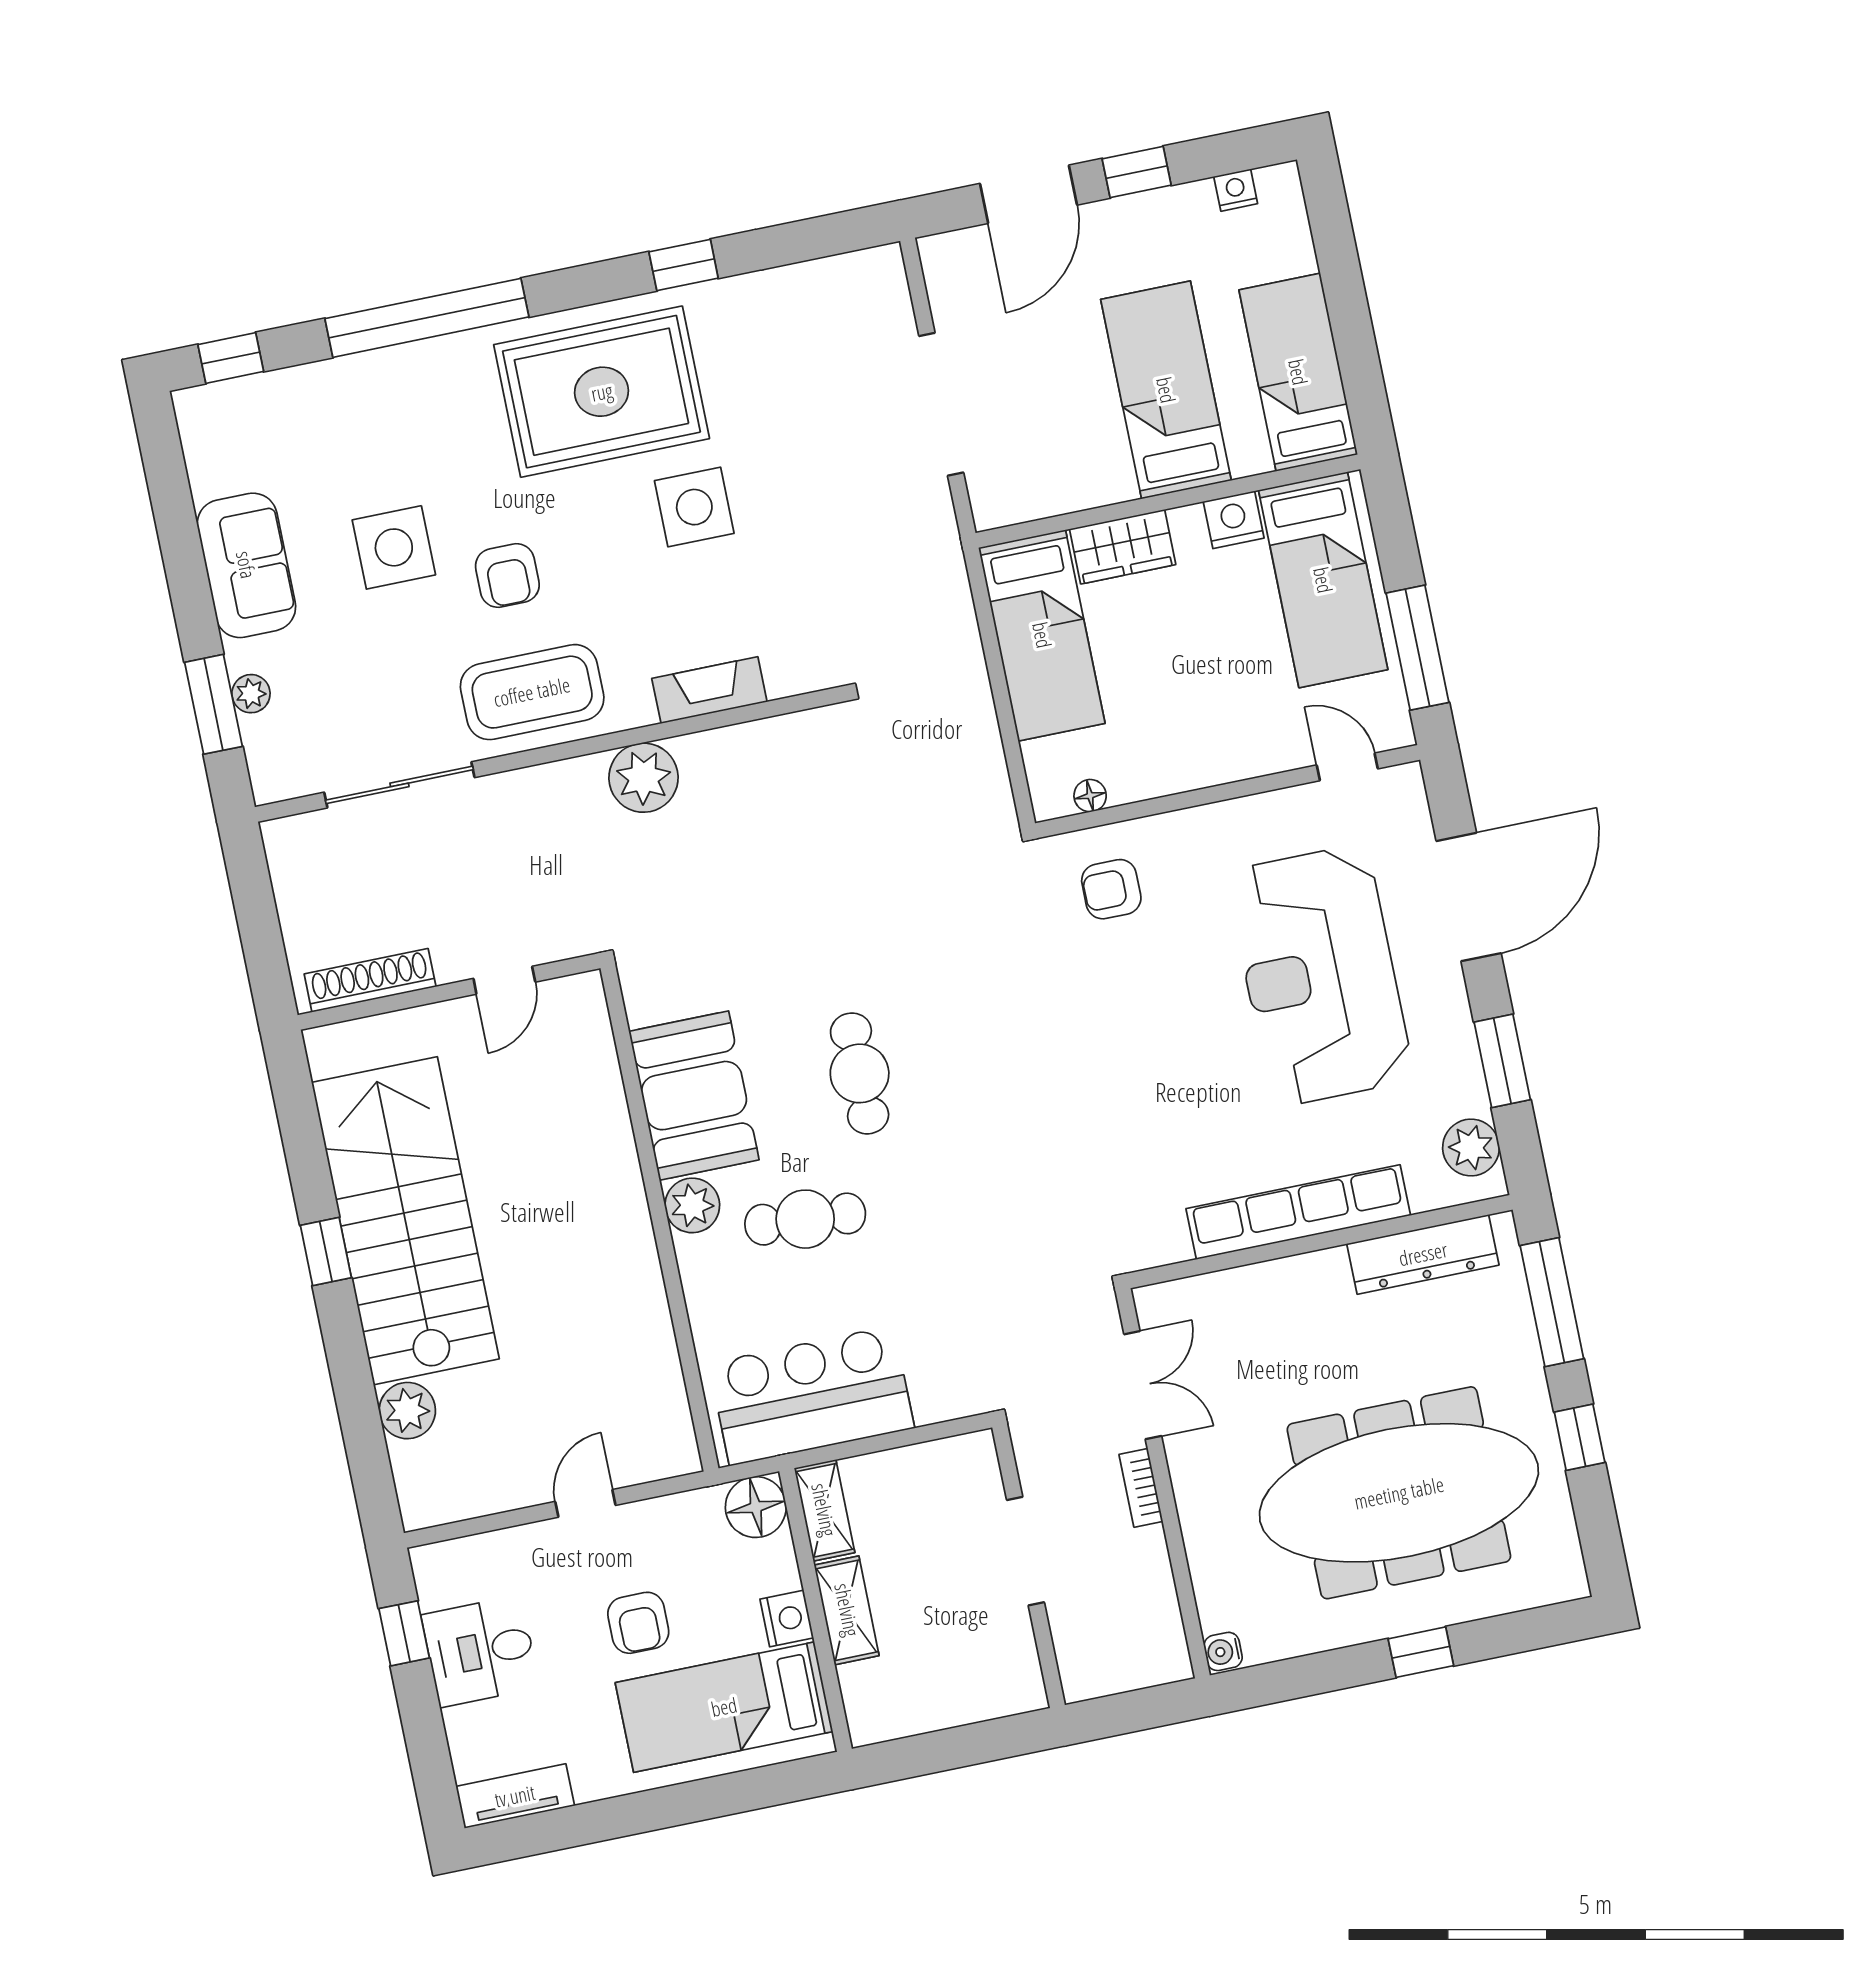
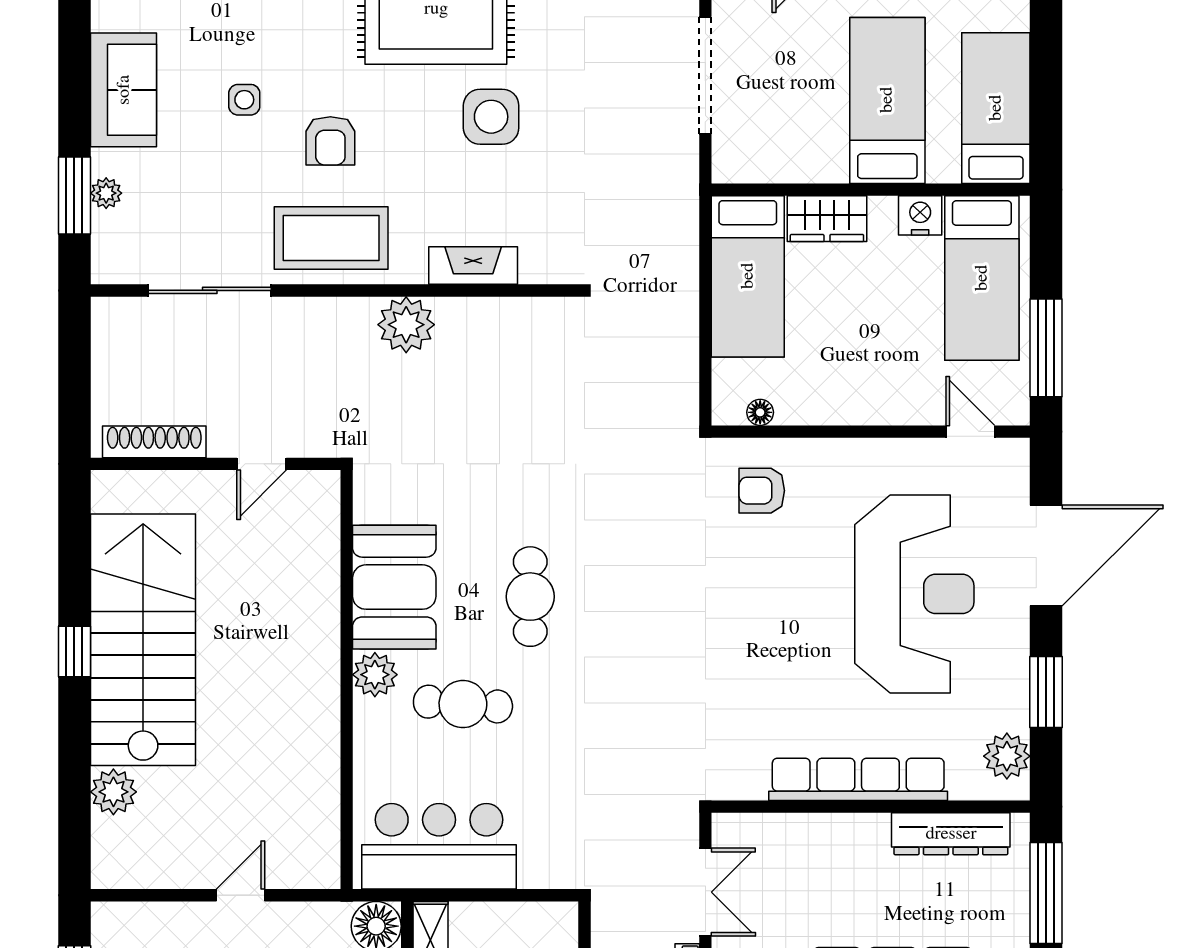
side table: (394, 547) -> (244, 100), width x0.54, depth x0.54
reception desk: (1320, 976) -> (914, 594), turned 180

